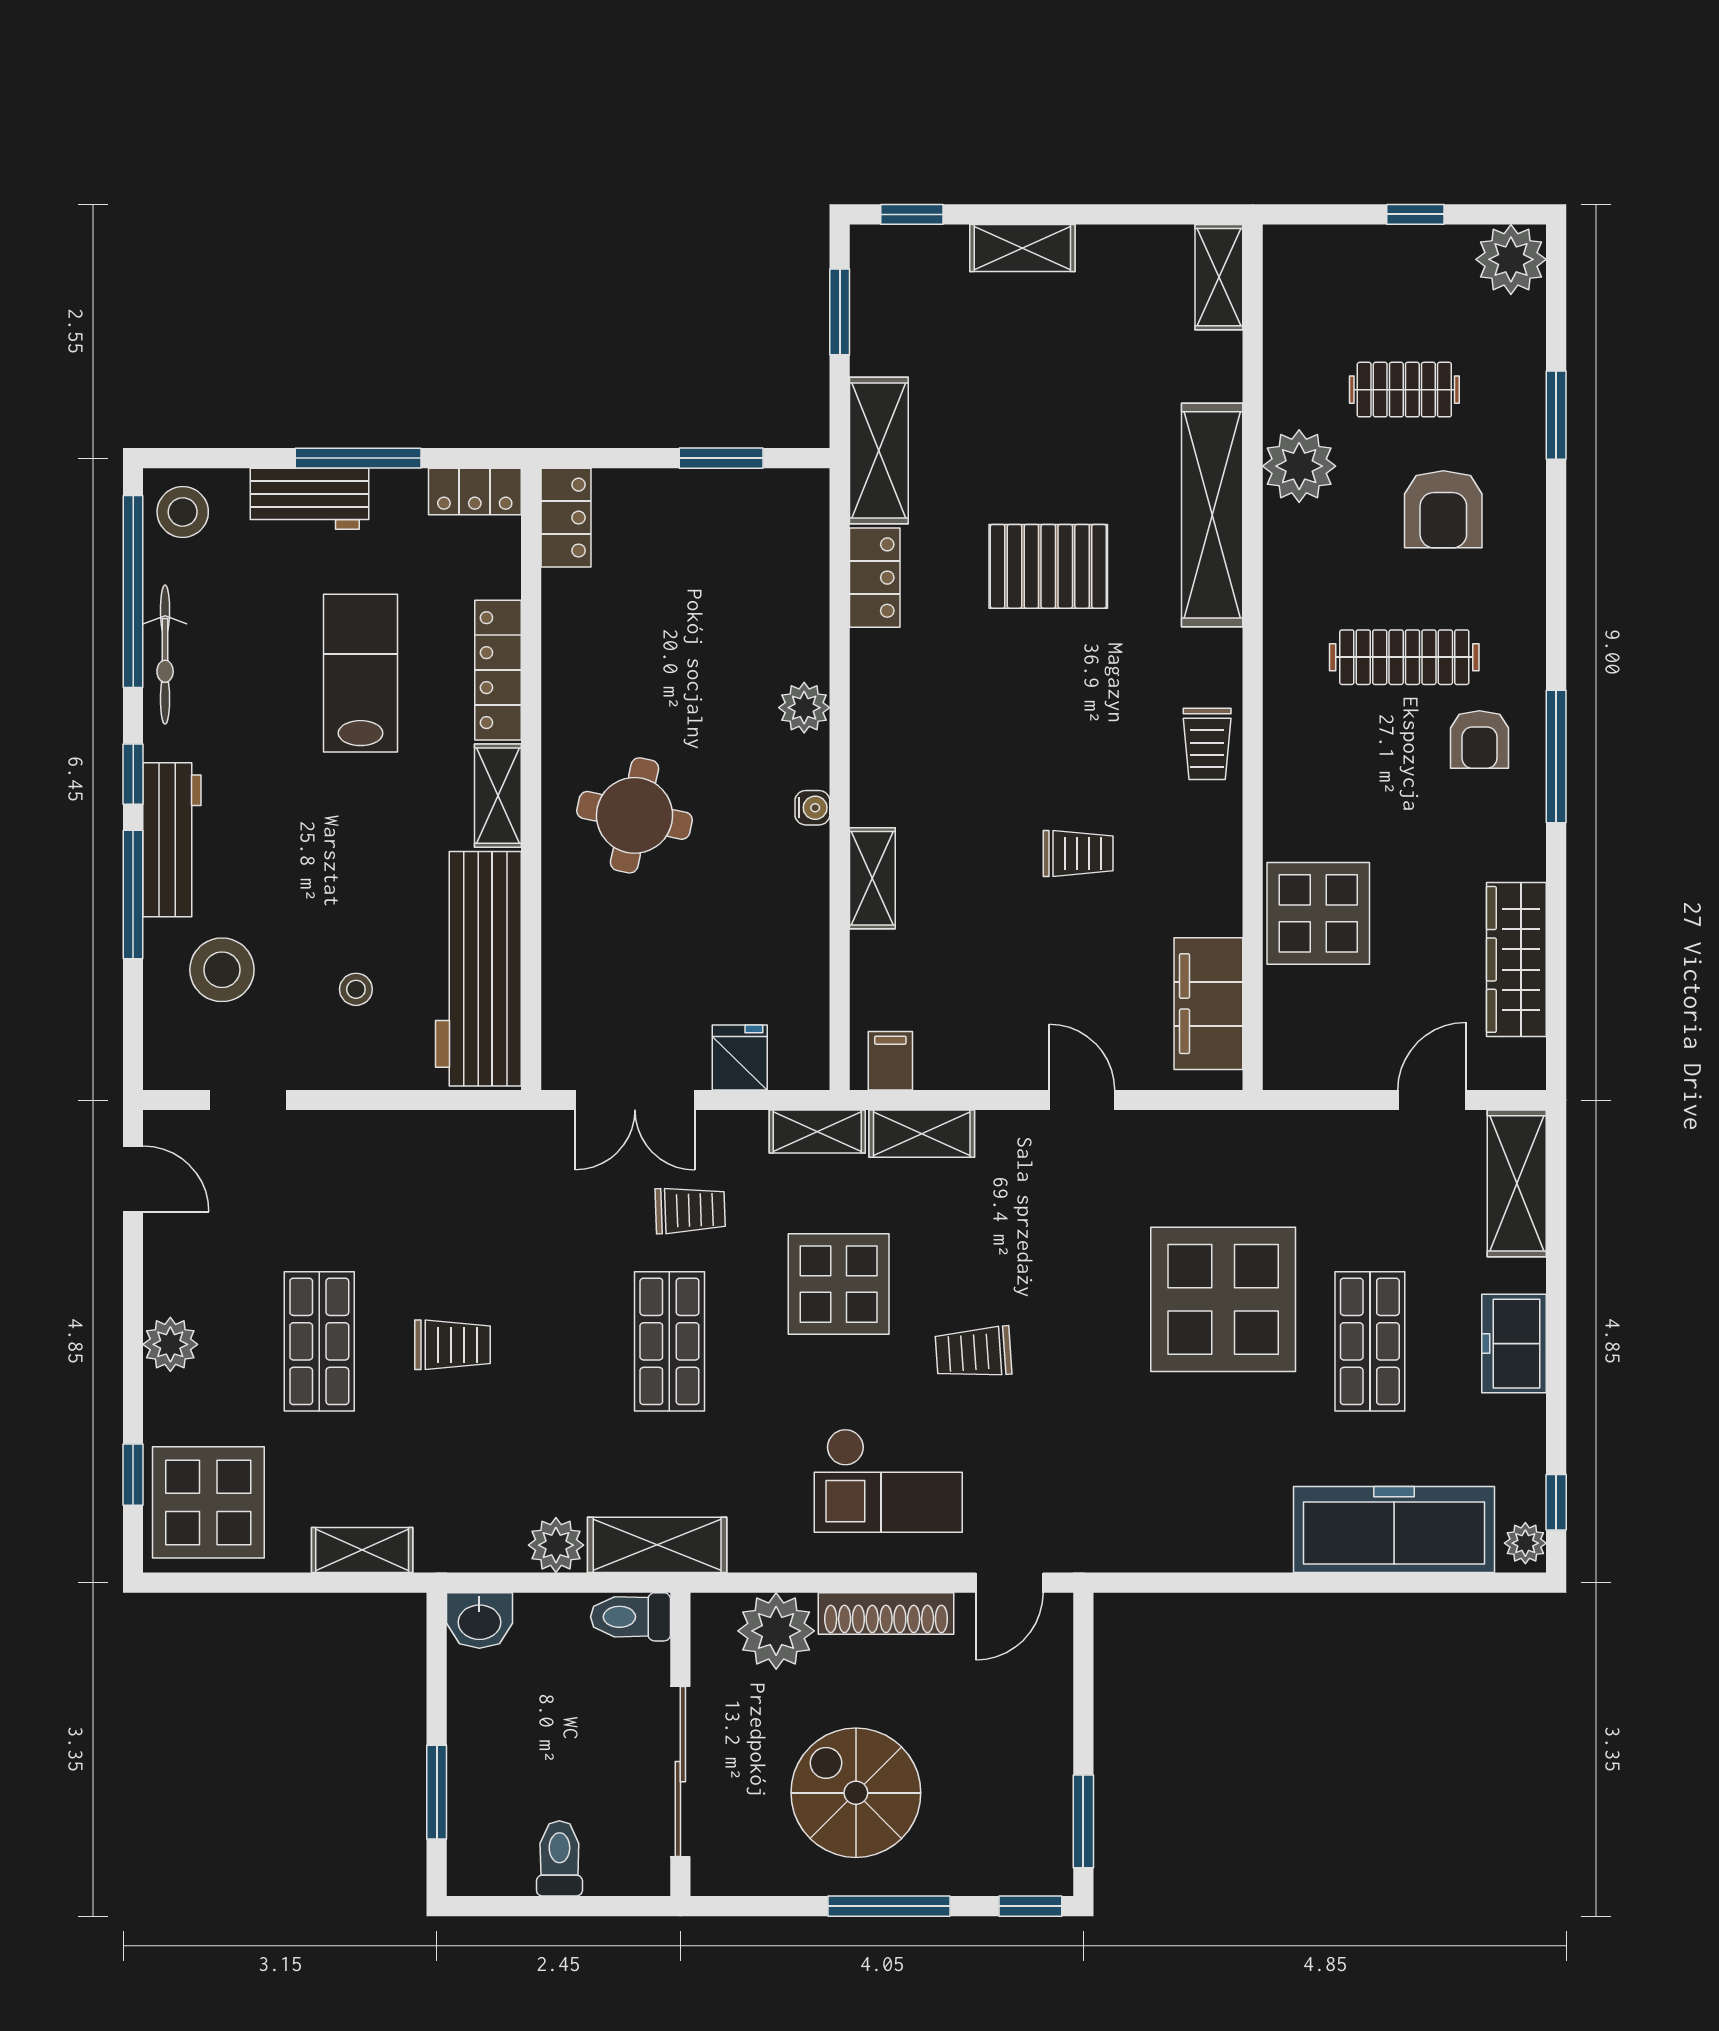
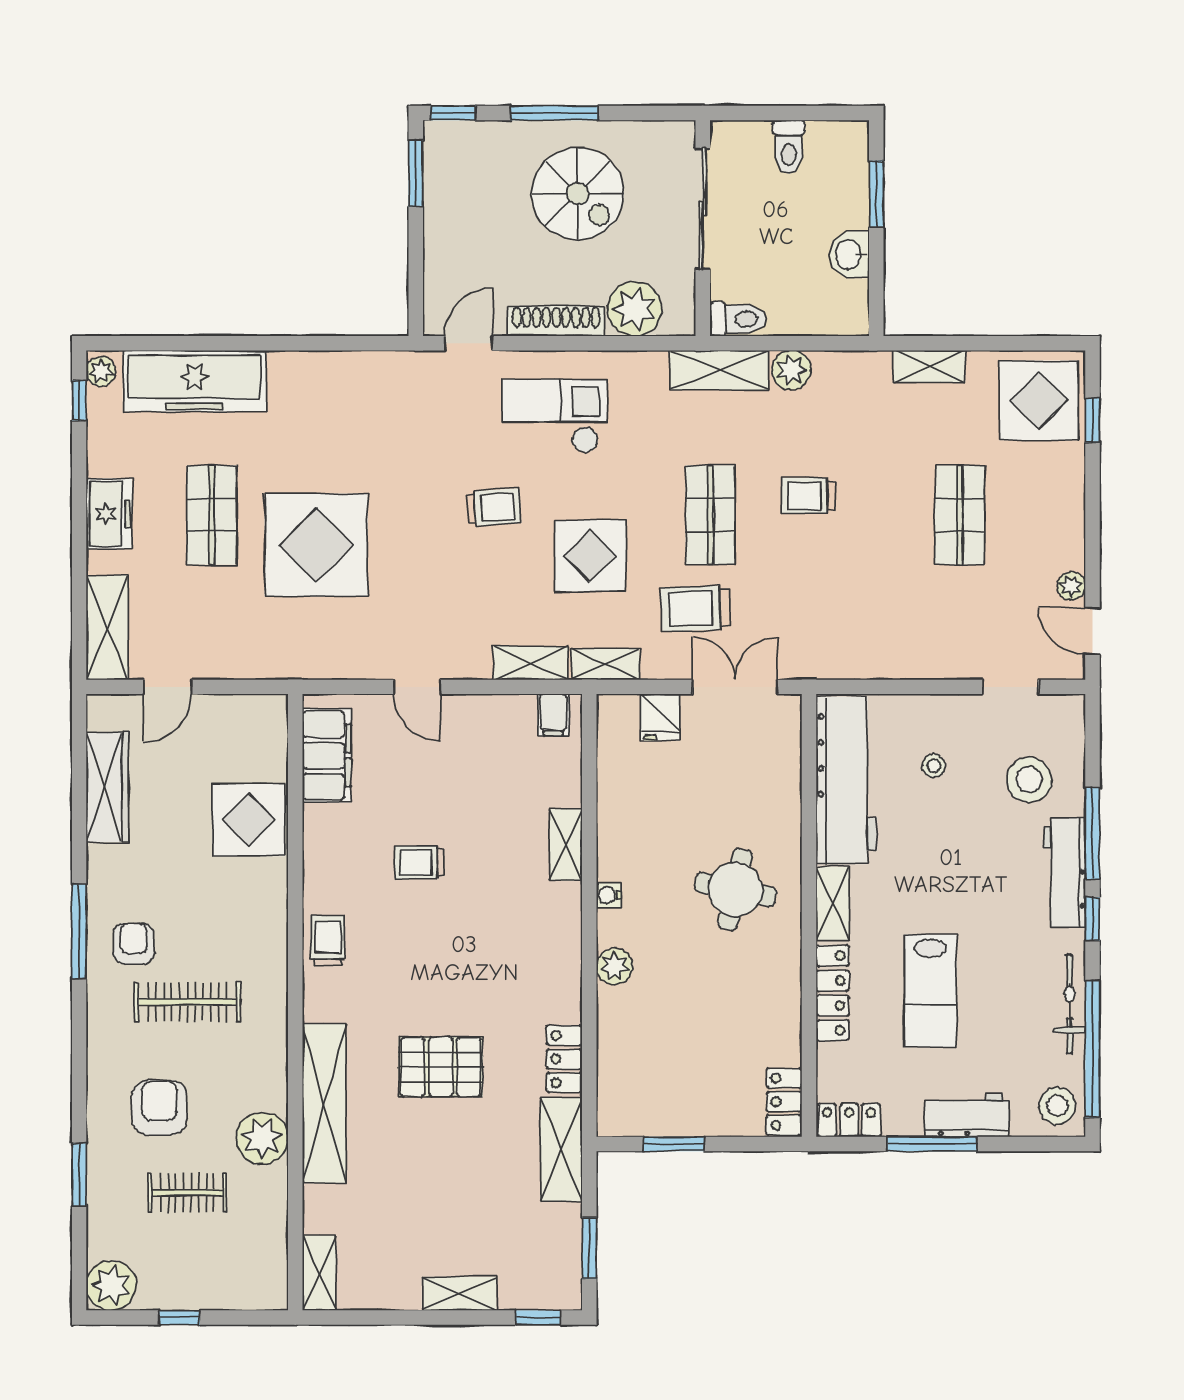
trolley: (690, 1210) -> (696, 608), width x1.36, depth x1.39
plant: (170, 1344) -> (1071, 586), moved, width x0.73, depth x0.73
trolley: (452, 1345) -> (808, 496), moved
washbasin: (479, 1621) -> (849, 255), moved, turned -90

